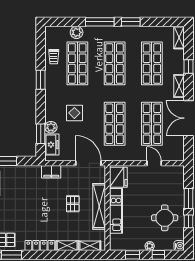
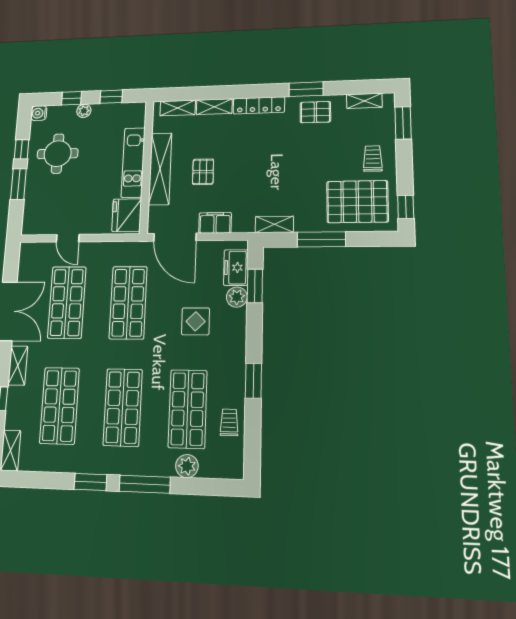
shelving: (30, 170) -> (274, 224), added
filing cabinet: (51, 172) -> (215, 223), moved

